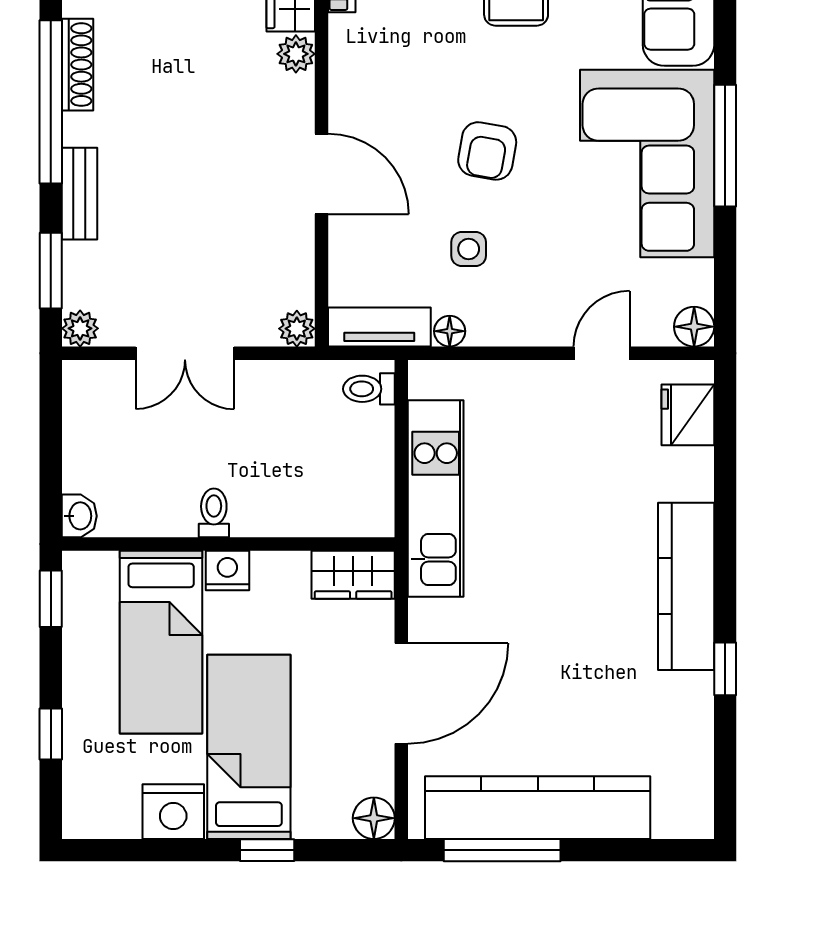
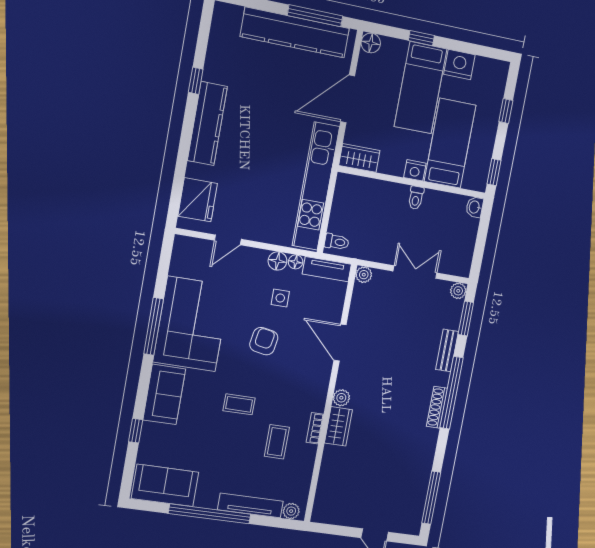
floor lamp: (694, 327) -> (277, 261), moved
fridge: (688, 415) -> (198, 200), width x1.36, depth x1.34
kitchen unit: (436, 498) -> (316, 186), width x1.36

